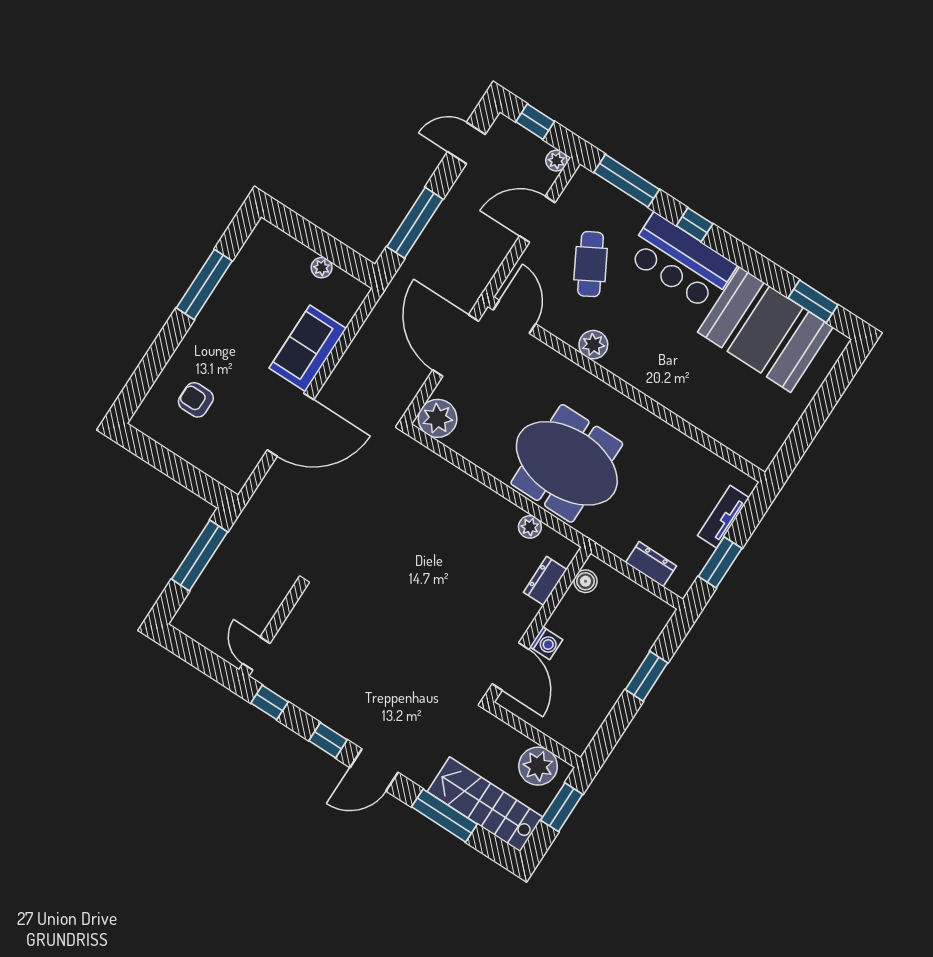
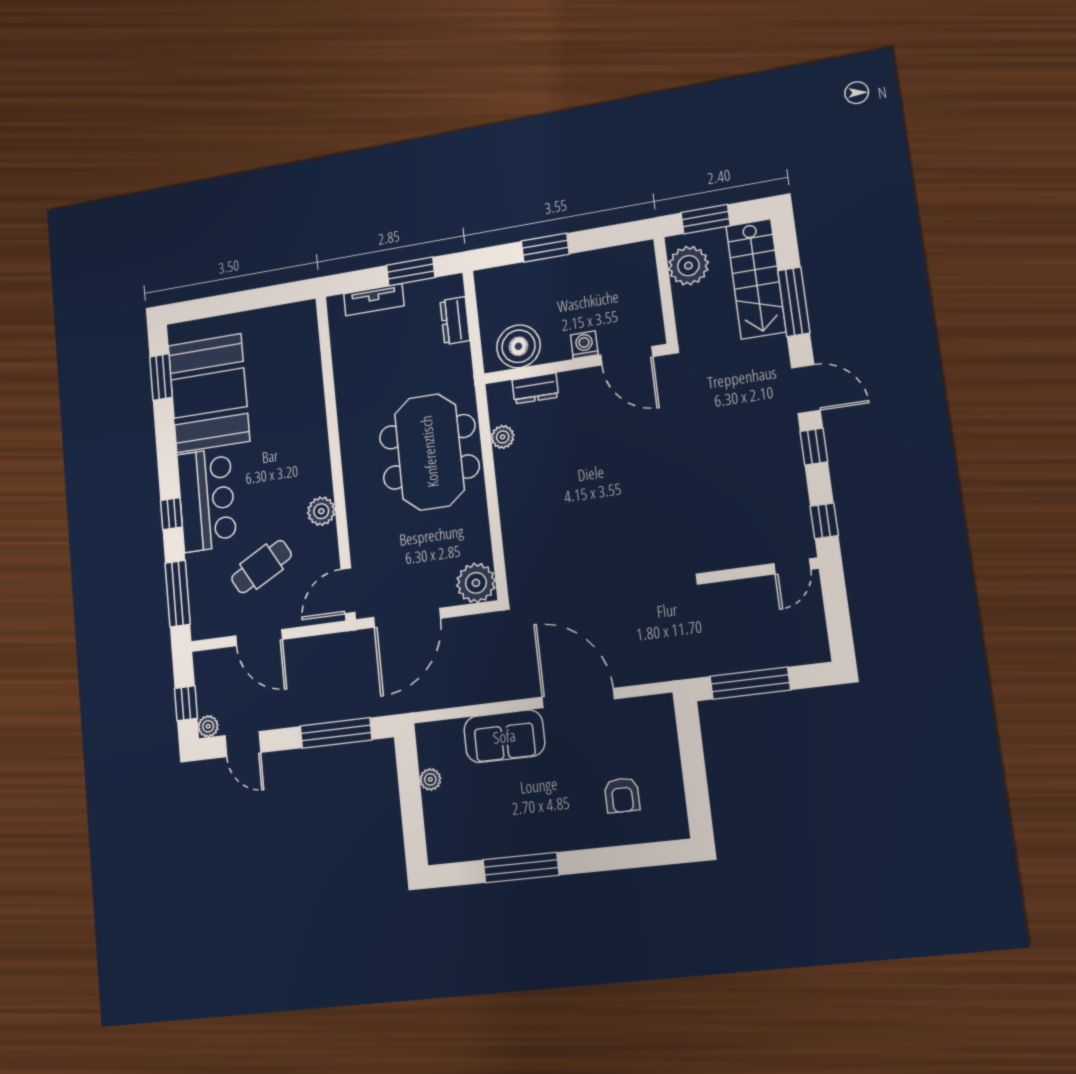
plant: (556, 161) -> (208, 726), moved
boiler: (585, 581) -> (518, 346), width x1.86, depth x1.86
door: (510, 667) -> (627, 356), swing flipped

